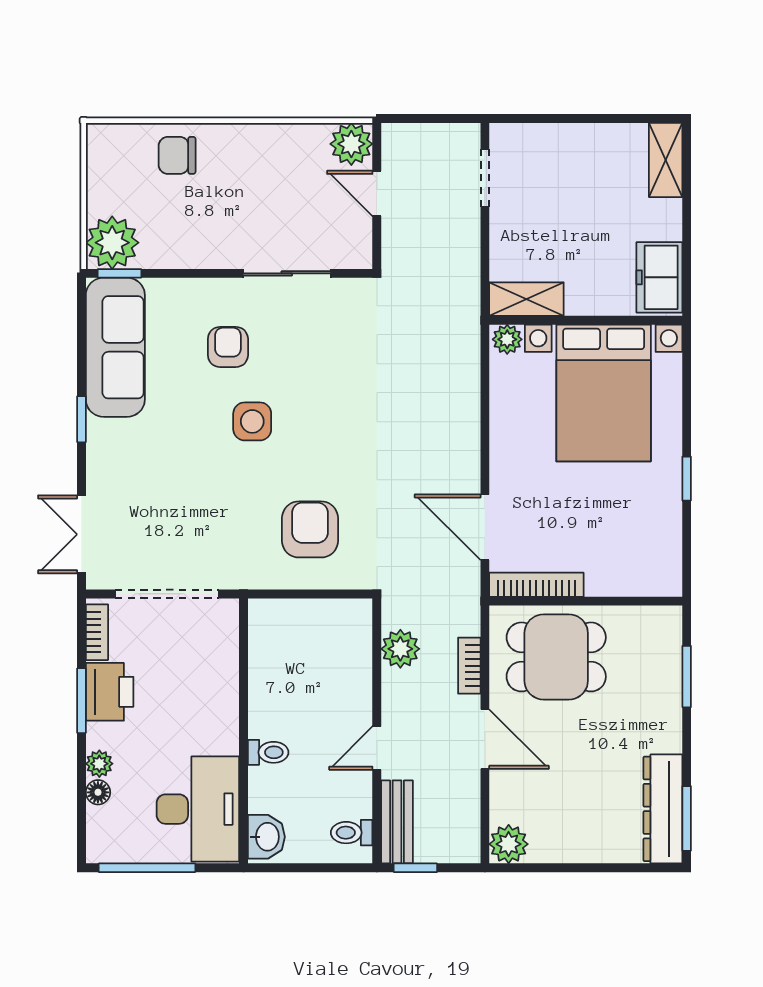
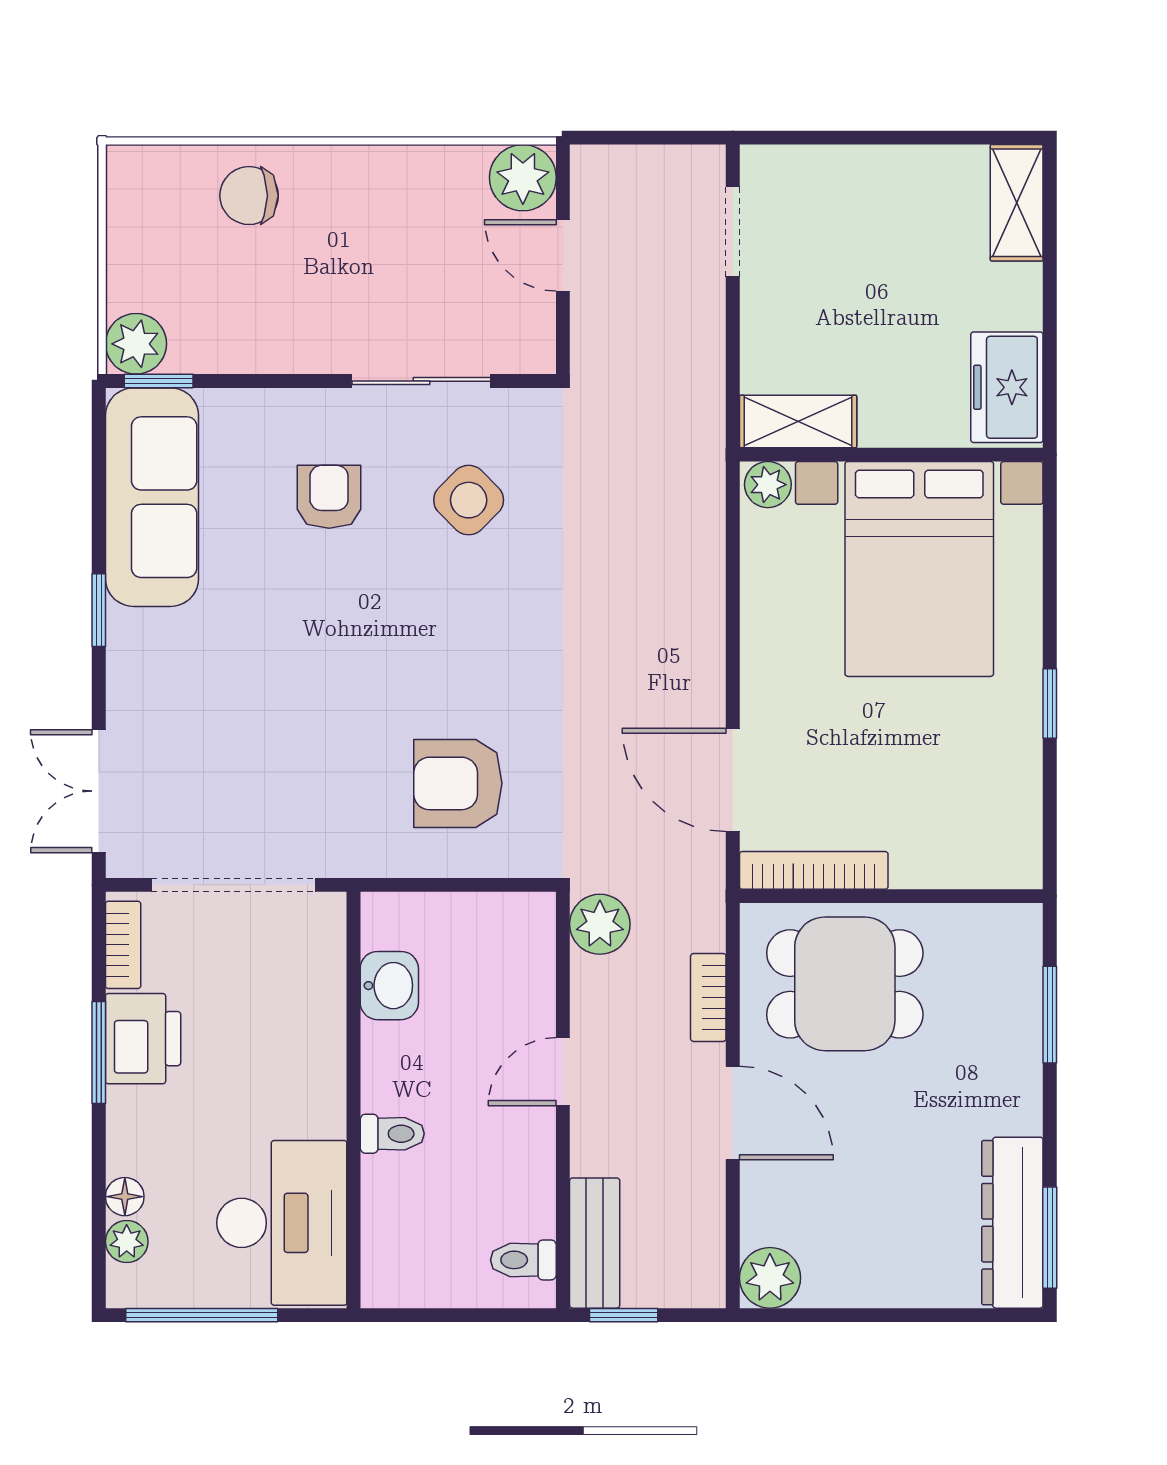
plant: (112, 243) -> (136, 344), width x0.73, depth x0.73
side table: (252, 421) -> (469, 500), moved, turned 45
armchair: (310, 529) -> (458, 783), turned -90
plant: (400, 649) -> (600, 924), moved
door: (377, 748) -> (563, 1072), moved
plant: (99, 764) -> (127, 1242), moved
washbasin: (266, 837) -> (389, 986), moved

